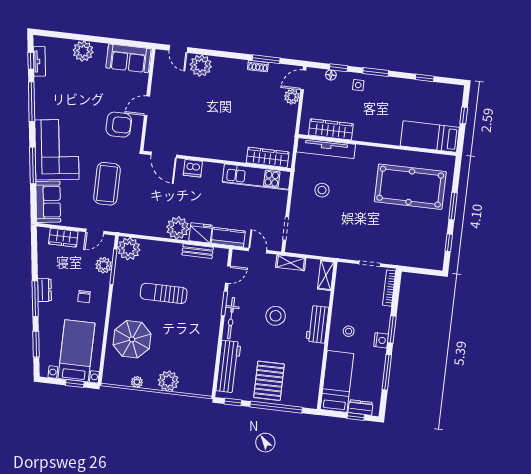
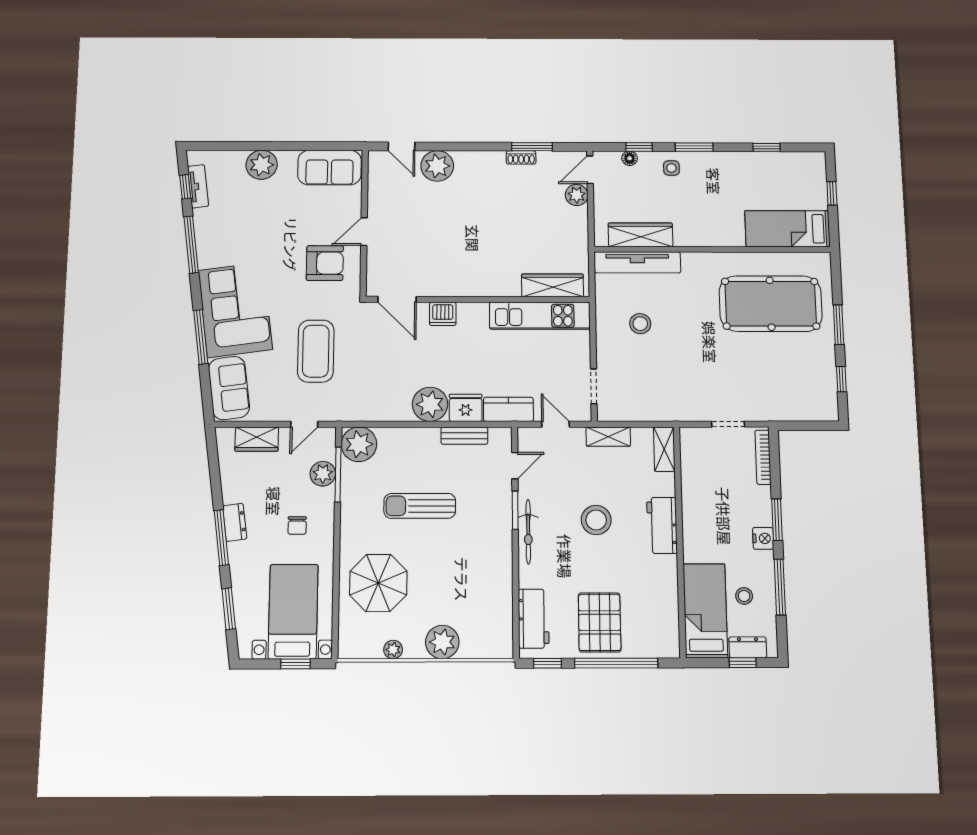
stool: (349, 331) -> (744, 596), moved
workbench: (228, 366) -> (534, 619), width x0.73

